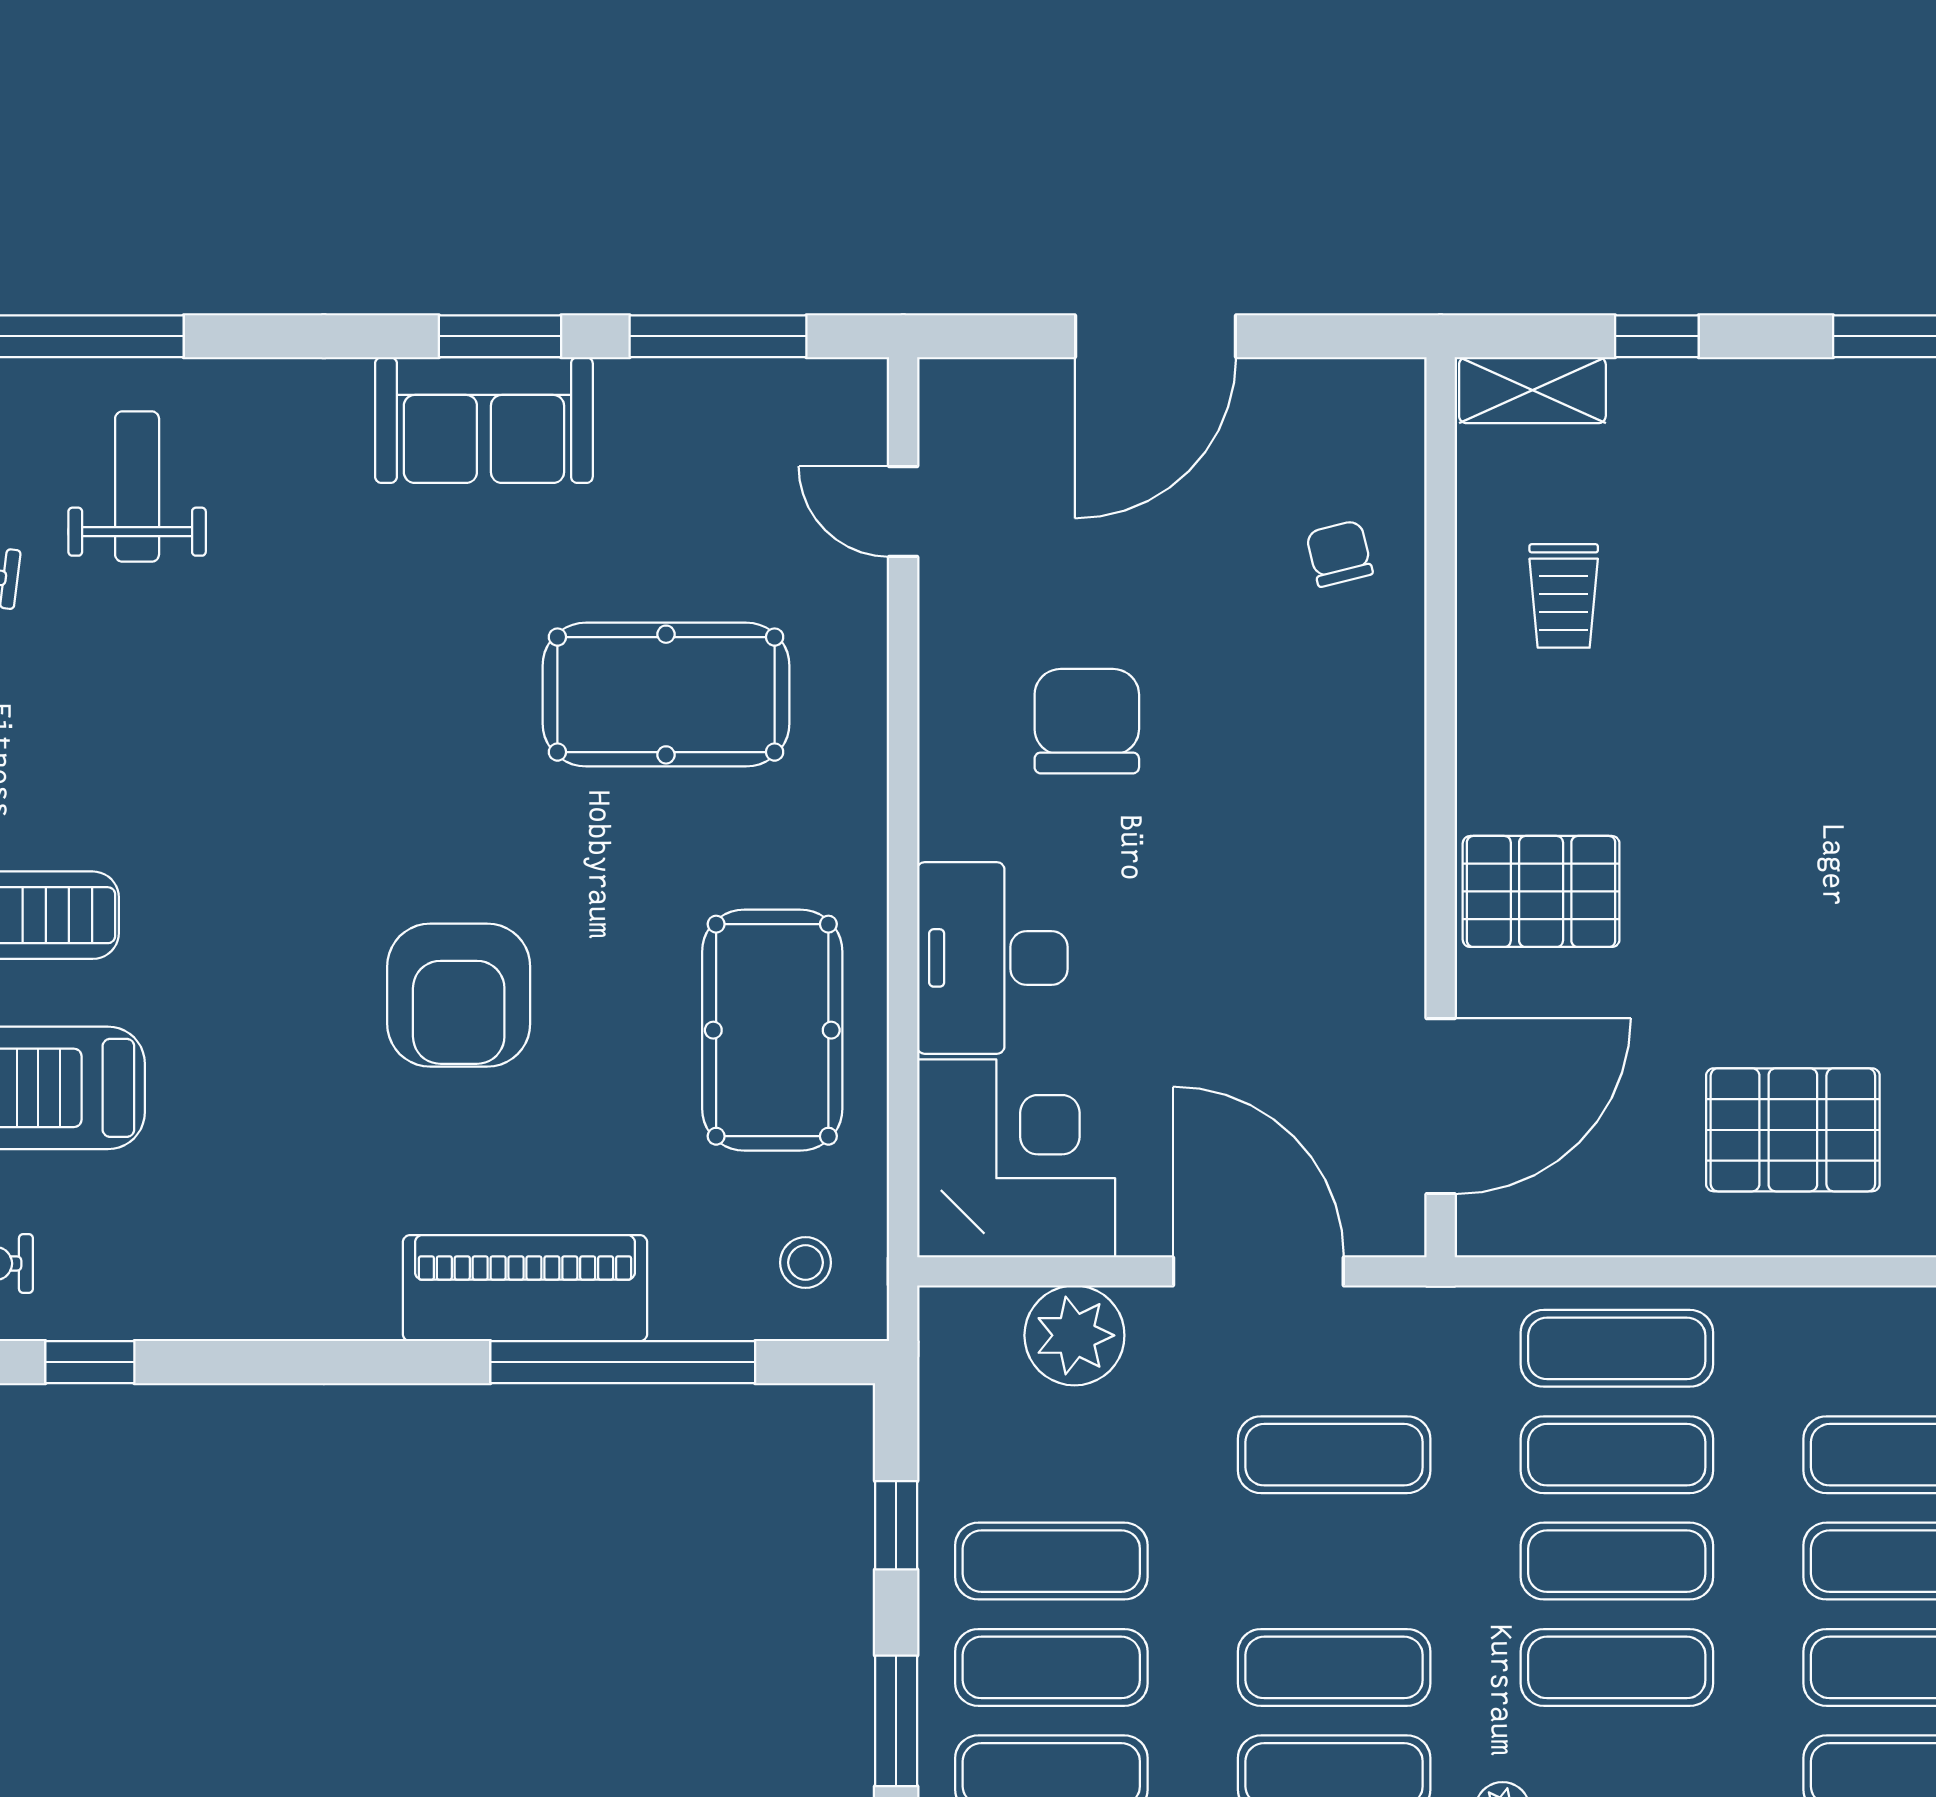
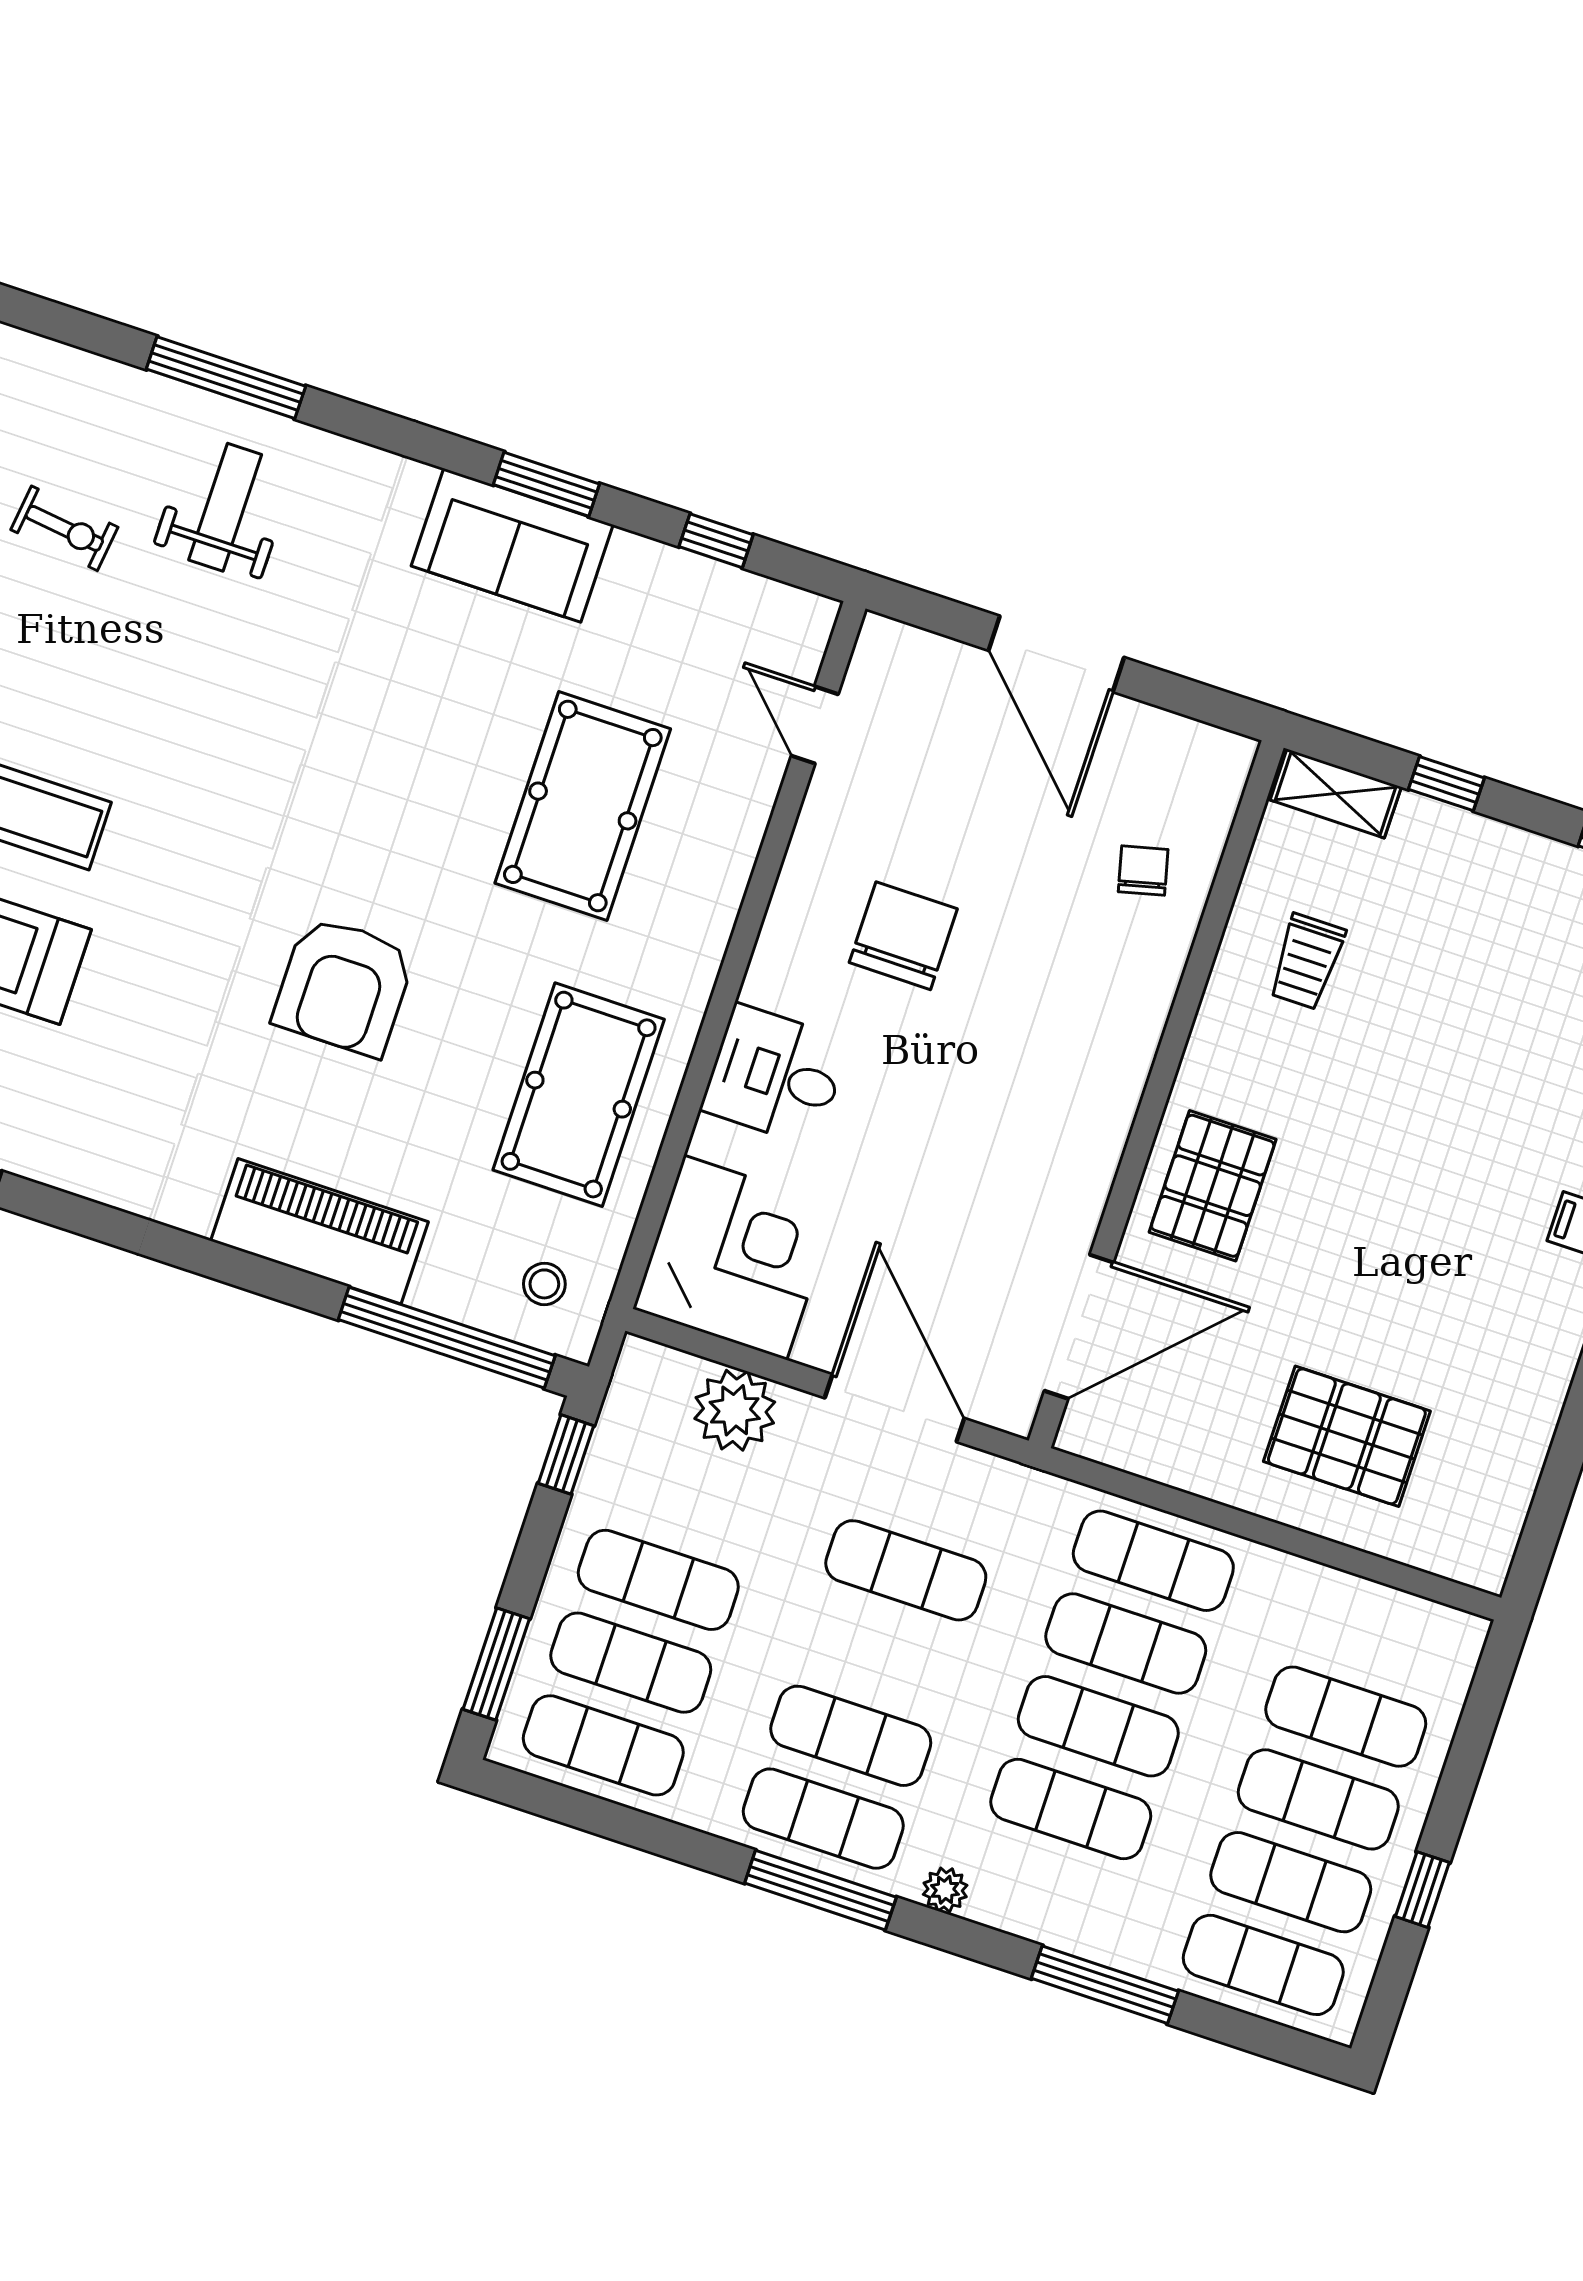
window: (718, 336) -> (716, 541), width x0.46
door: (1155, 336) -> (1056, 654), hinge flipped
pool table: (666, 695) -> (583, 806), turned 90
pallet: (1541, 891) -> (1213, 1186), turned 90
desk: (992, 958) -> (775, 1075), width x0.73
window: (623, 1362) -> (447, 1338), moved
window: (896, 1525) -> (566, 1454), moved

